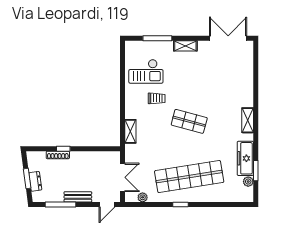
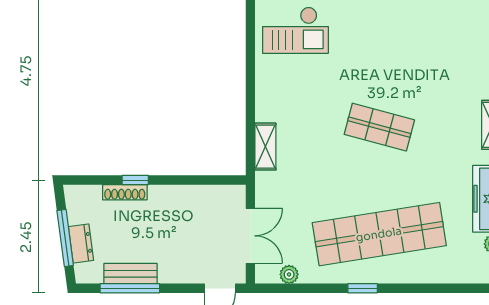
trolley: (157, 98) -> (316, 83), removed
window: (27, 179) -> (65, 238), width x1.44
bench: (78, 197) -> (131, 274), moved

